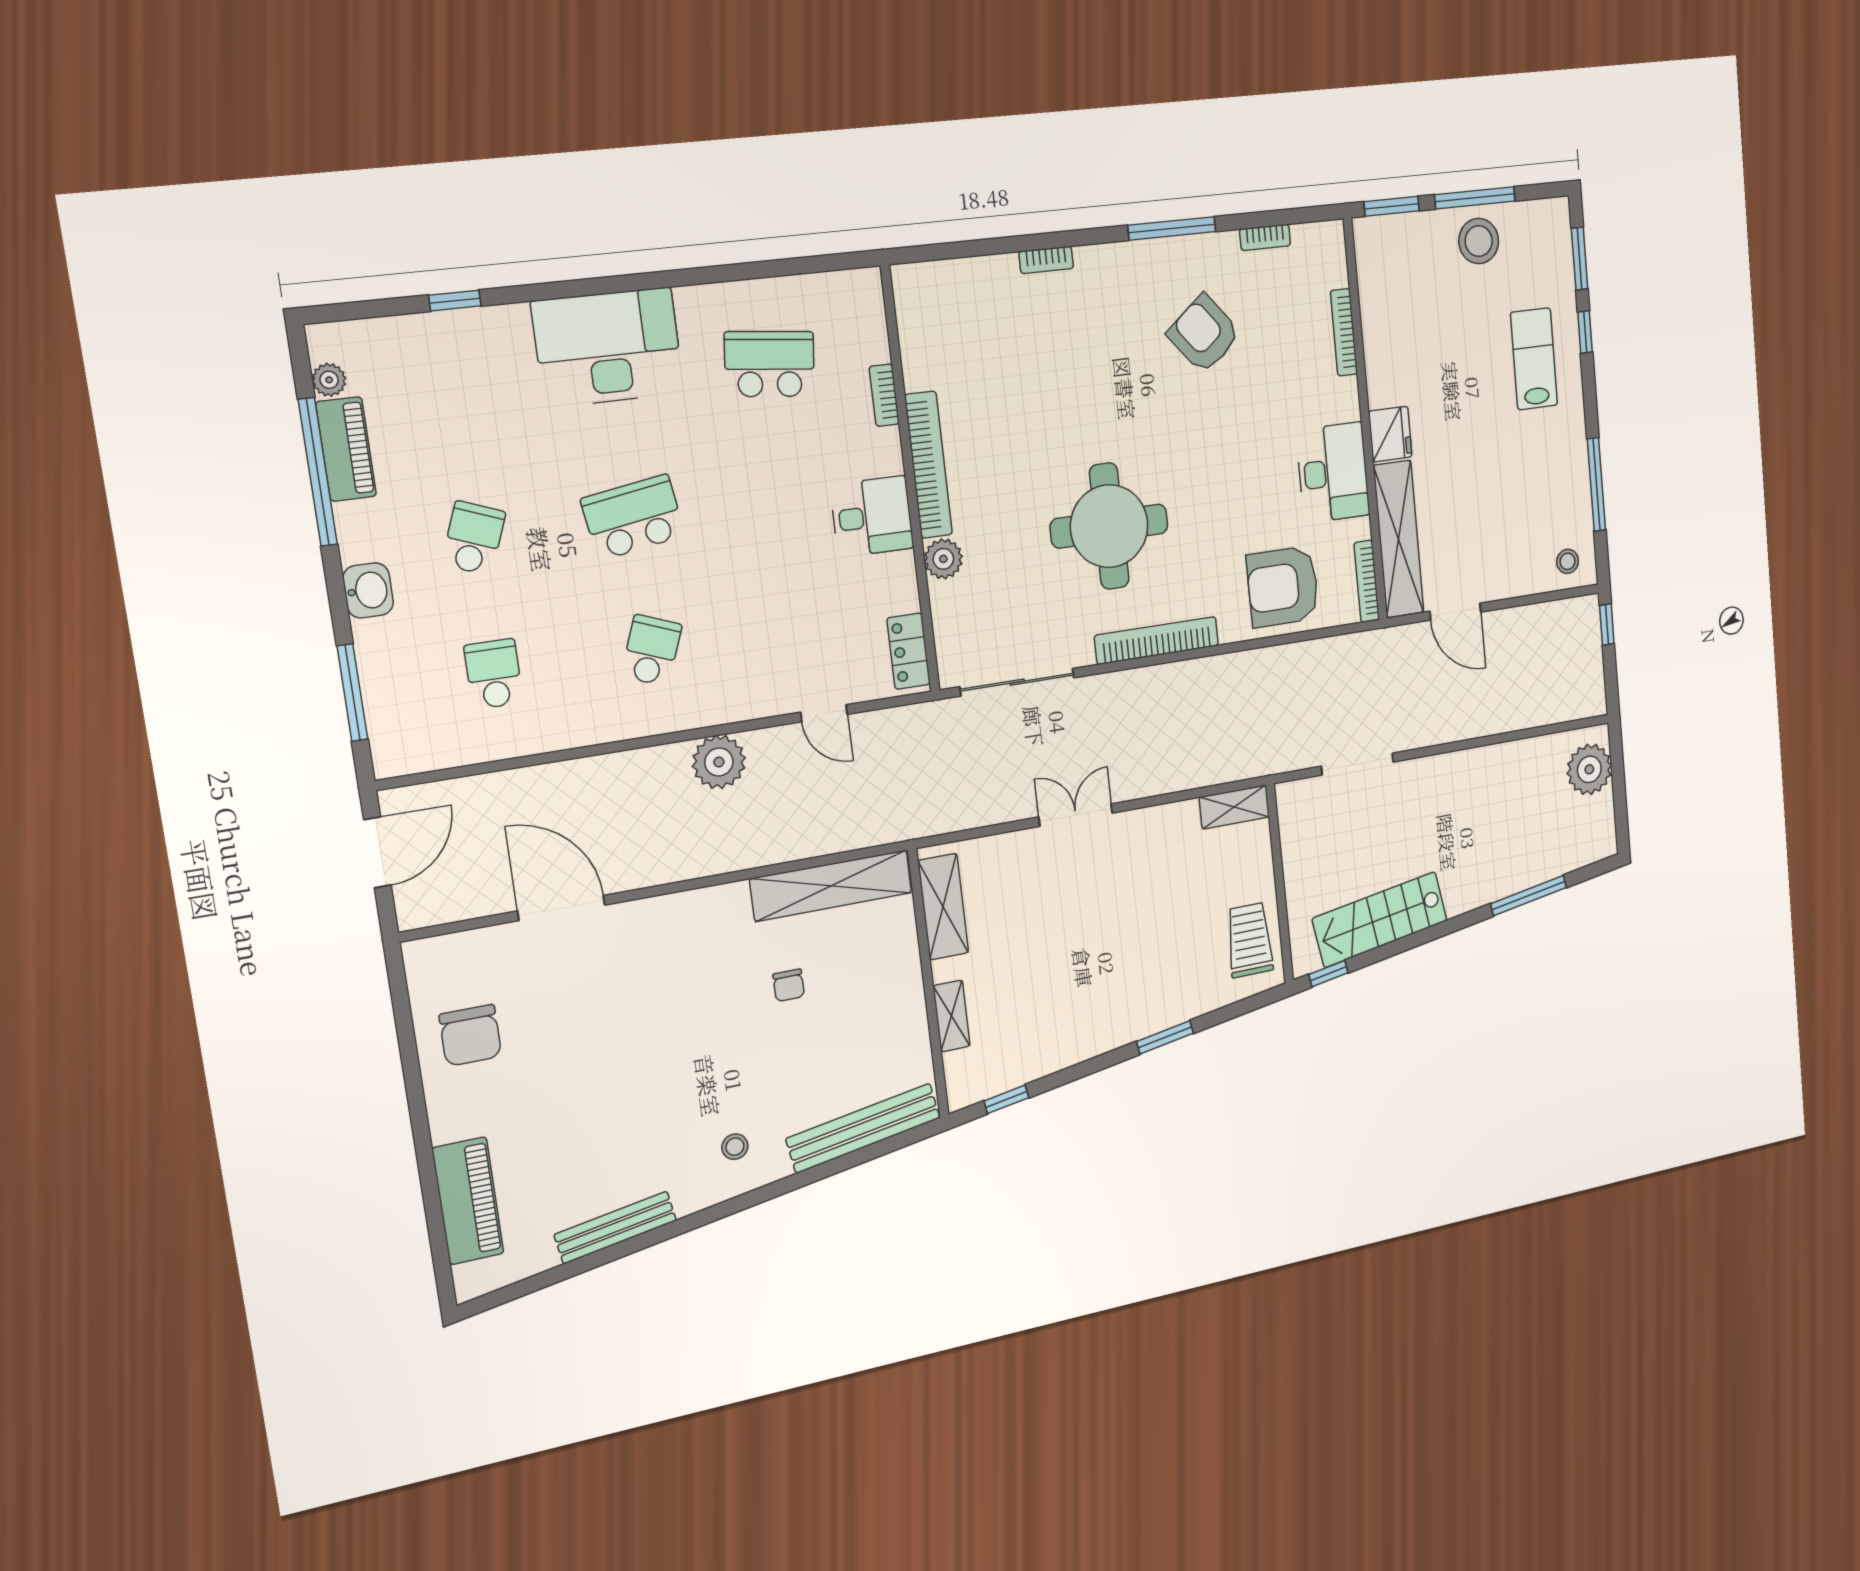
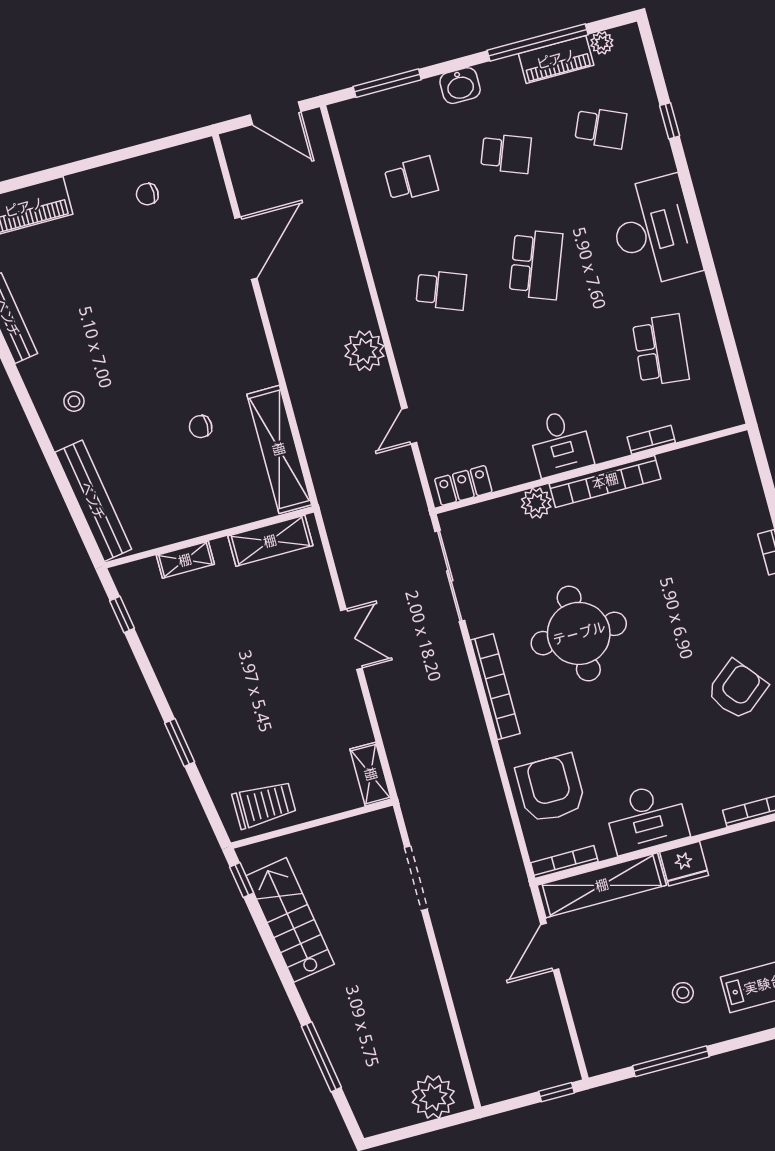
school desk: (453, 400) -> (601, 128), added
school desk: (633, 517) -> (536, 265), turned 30
stool: (1568, 561) -> (683, 993), moved
chair: (470, 1035) -> (147, 194), width x0.54, depth x0.54

